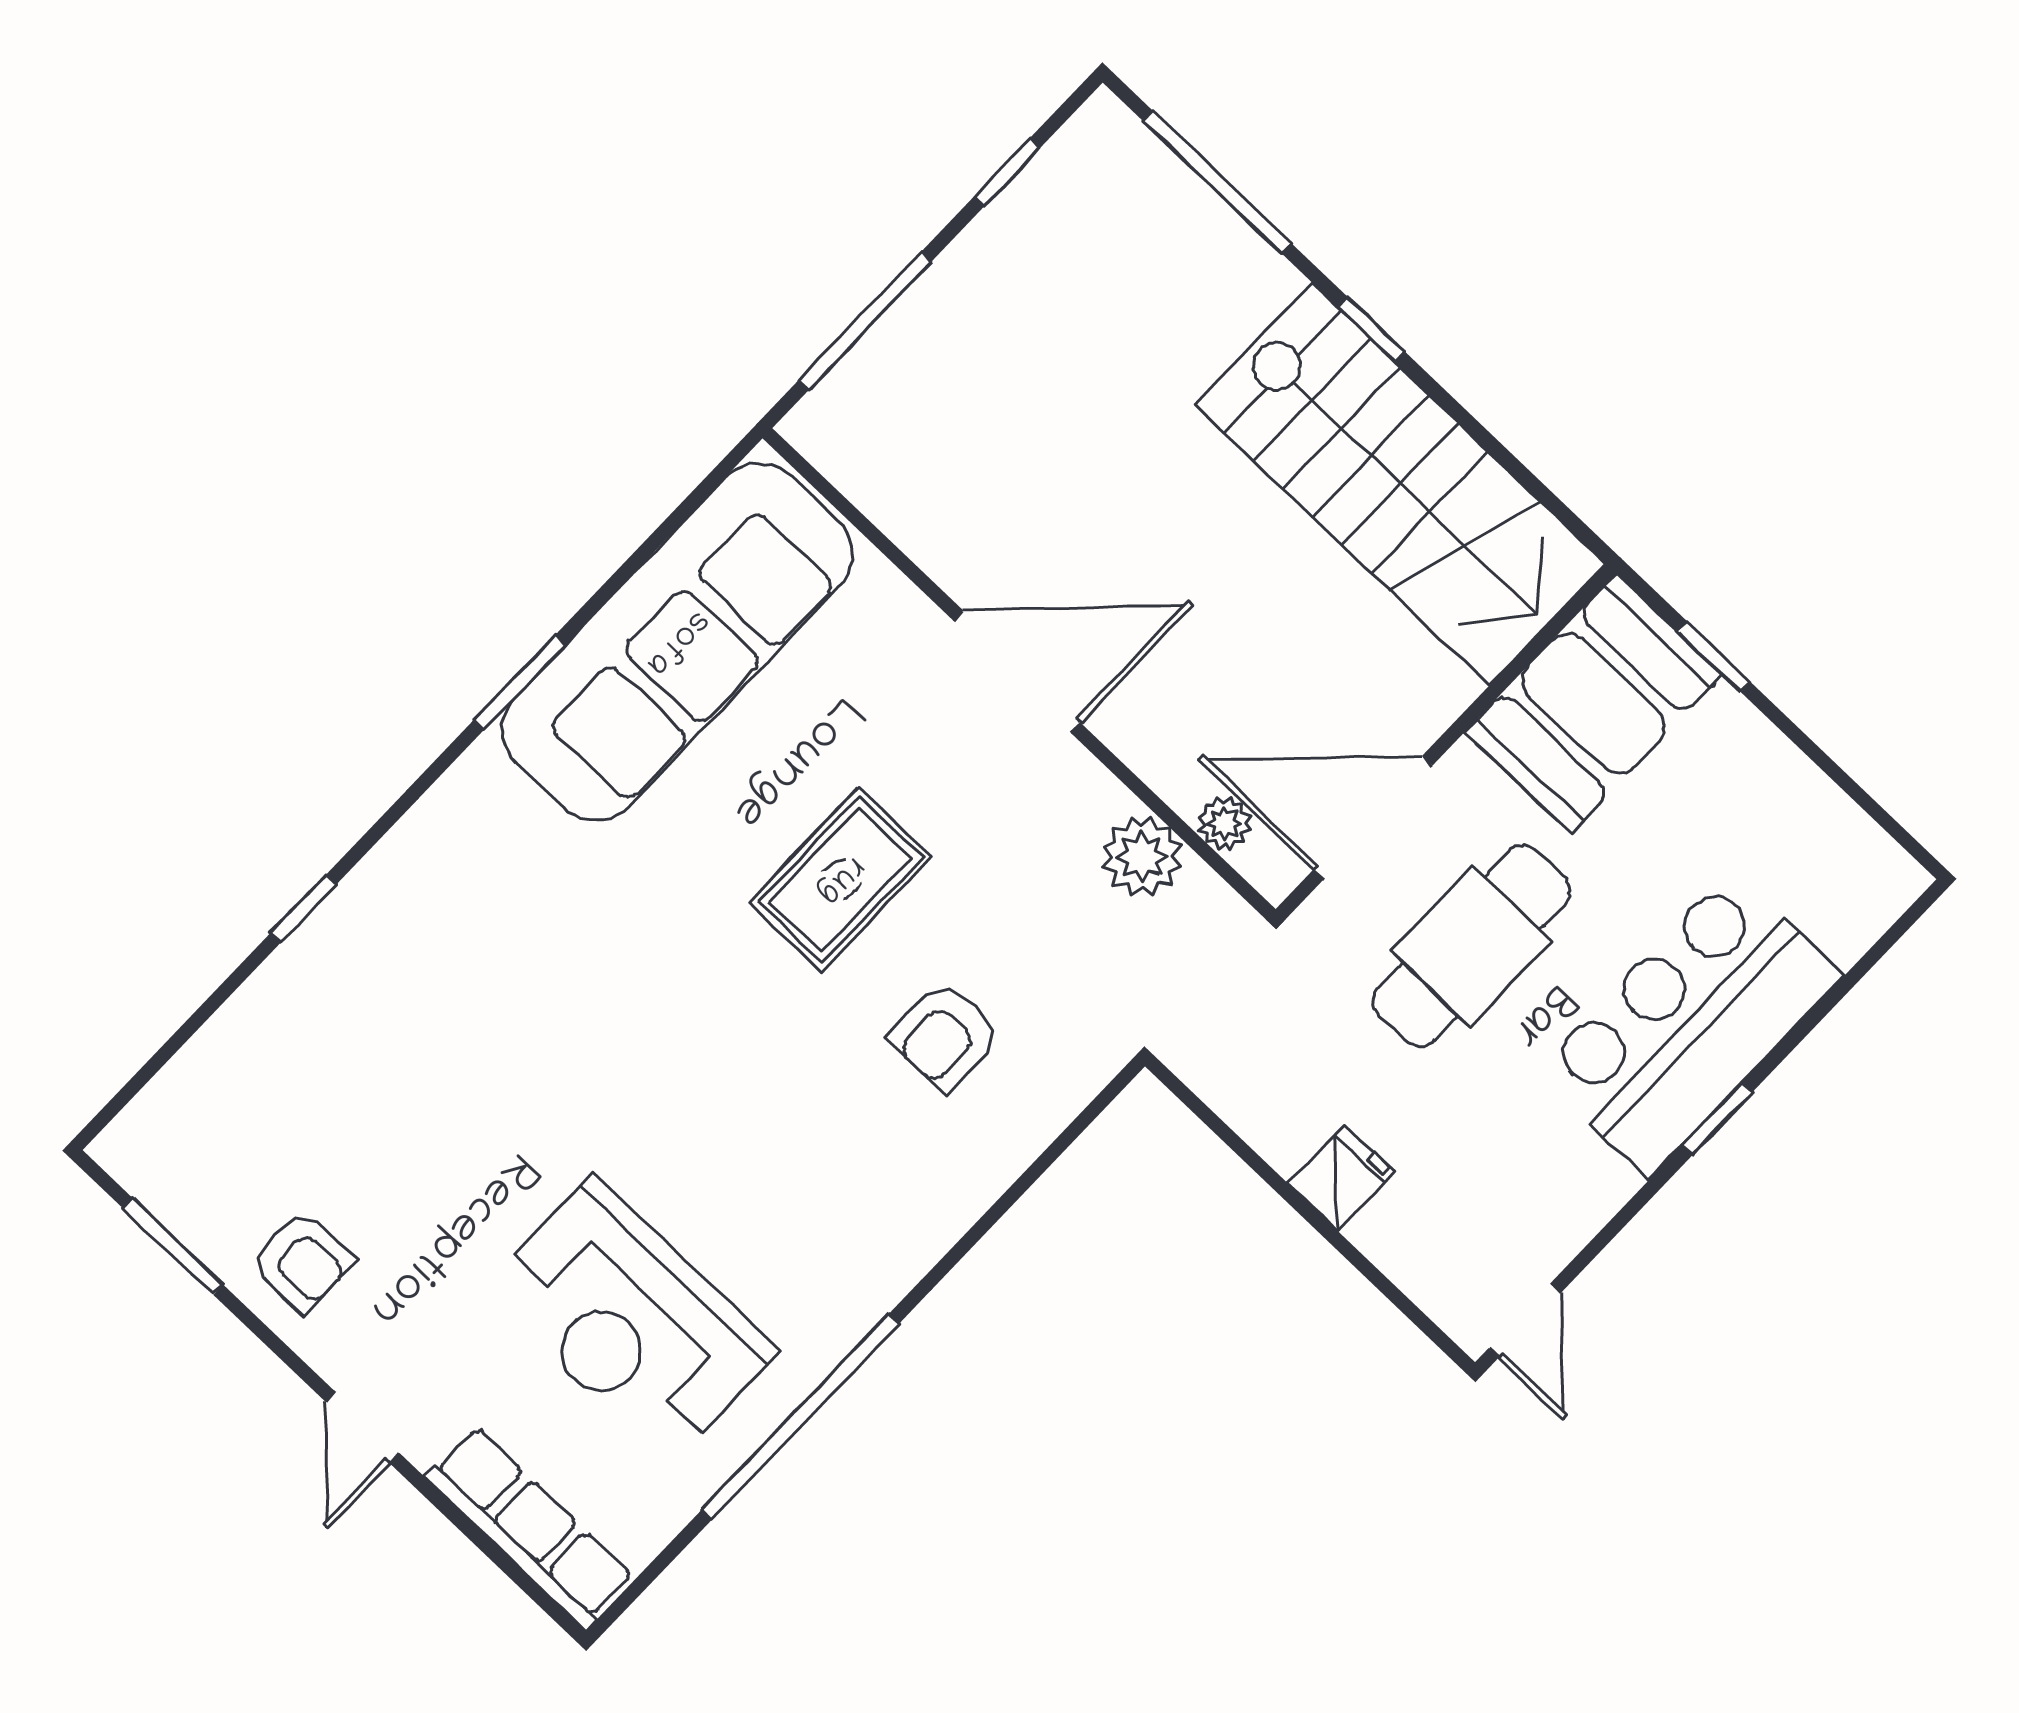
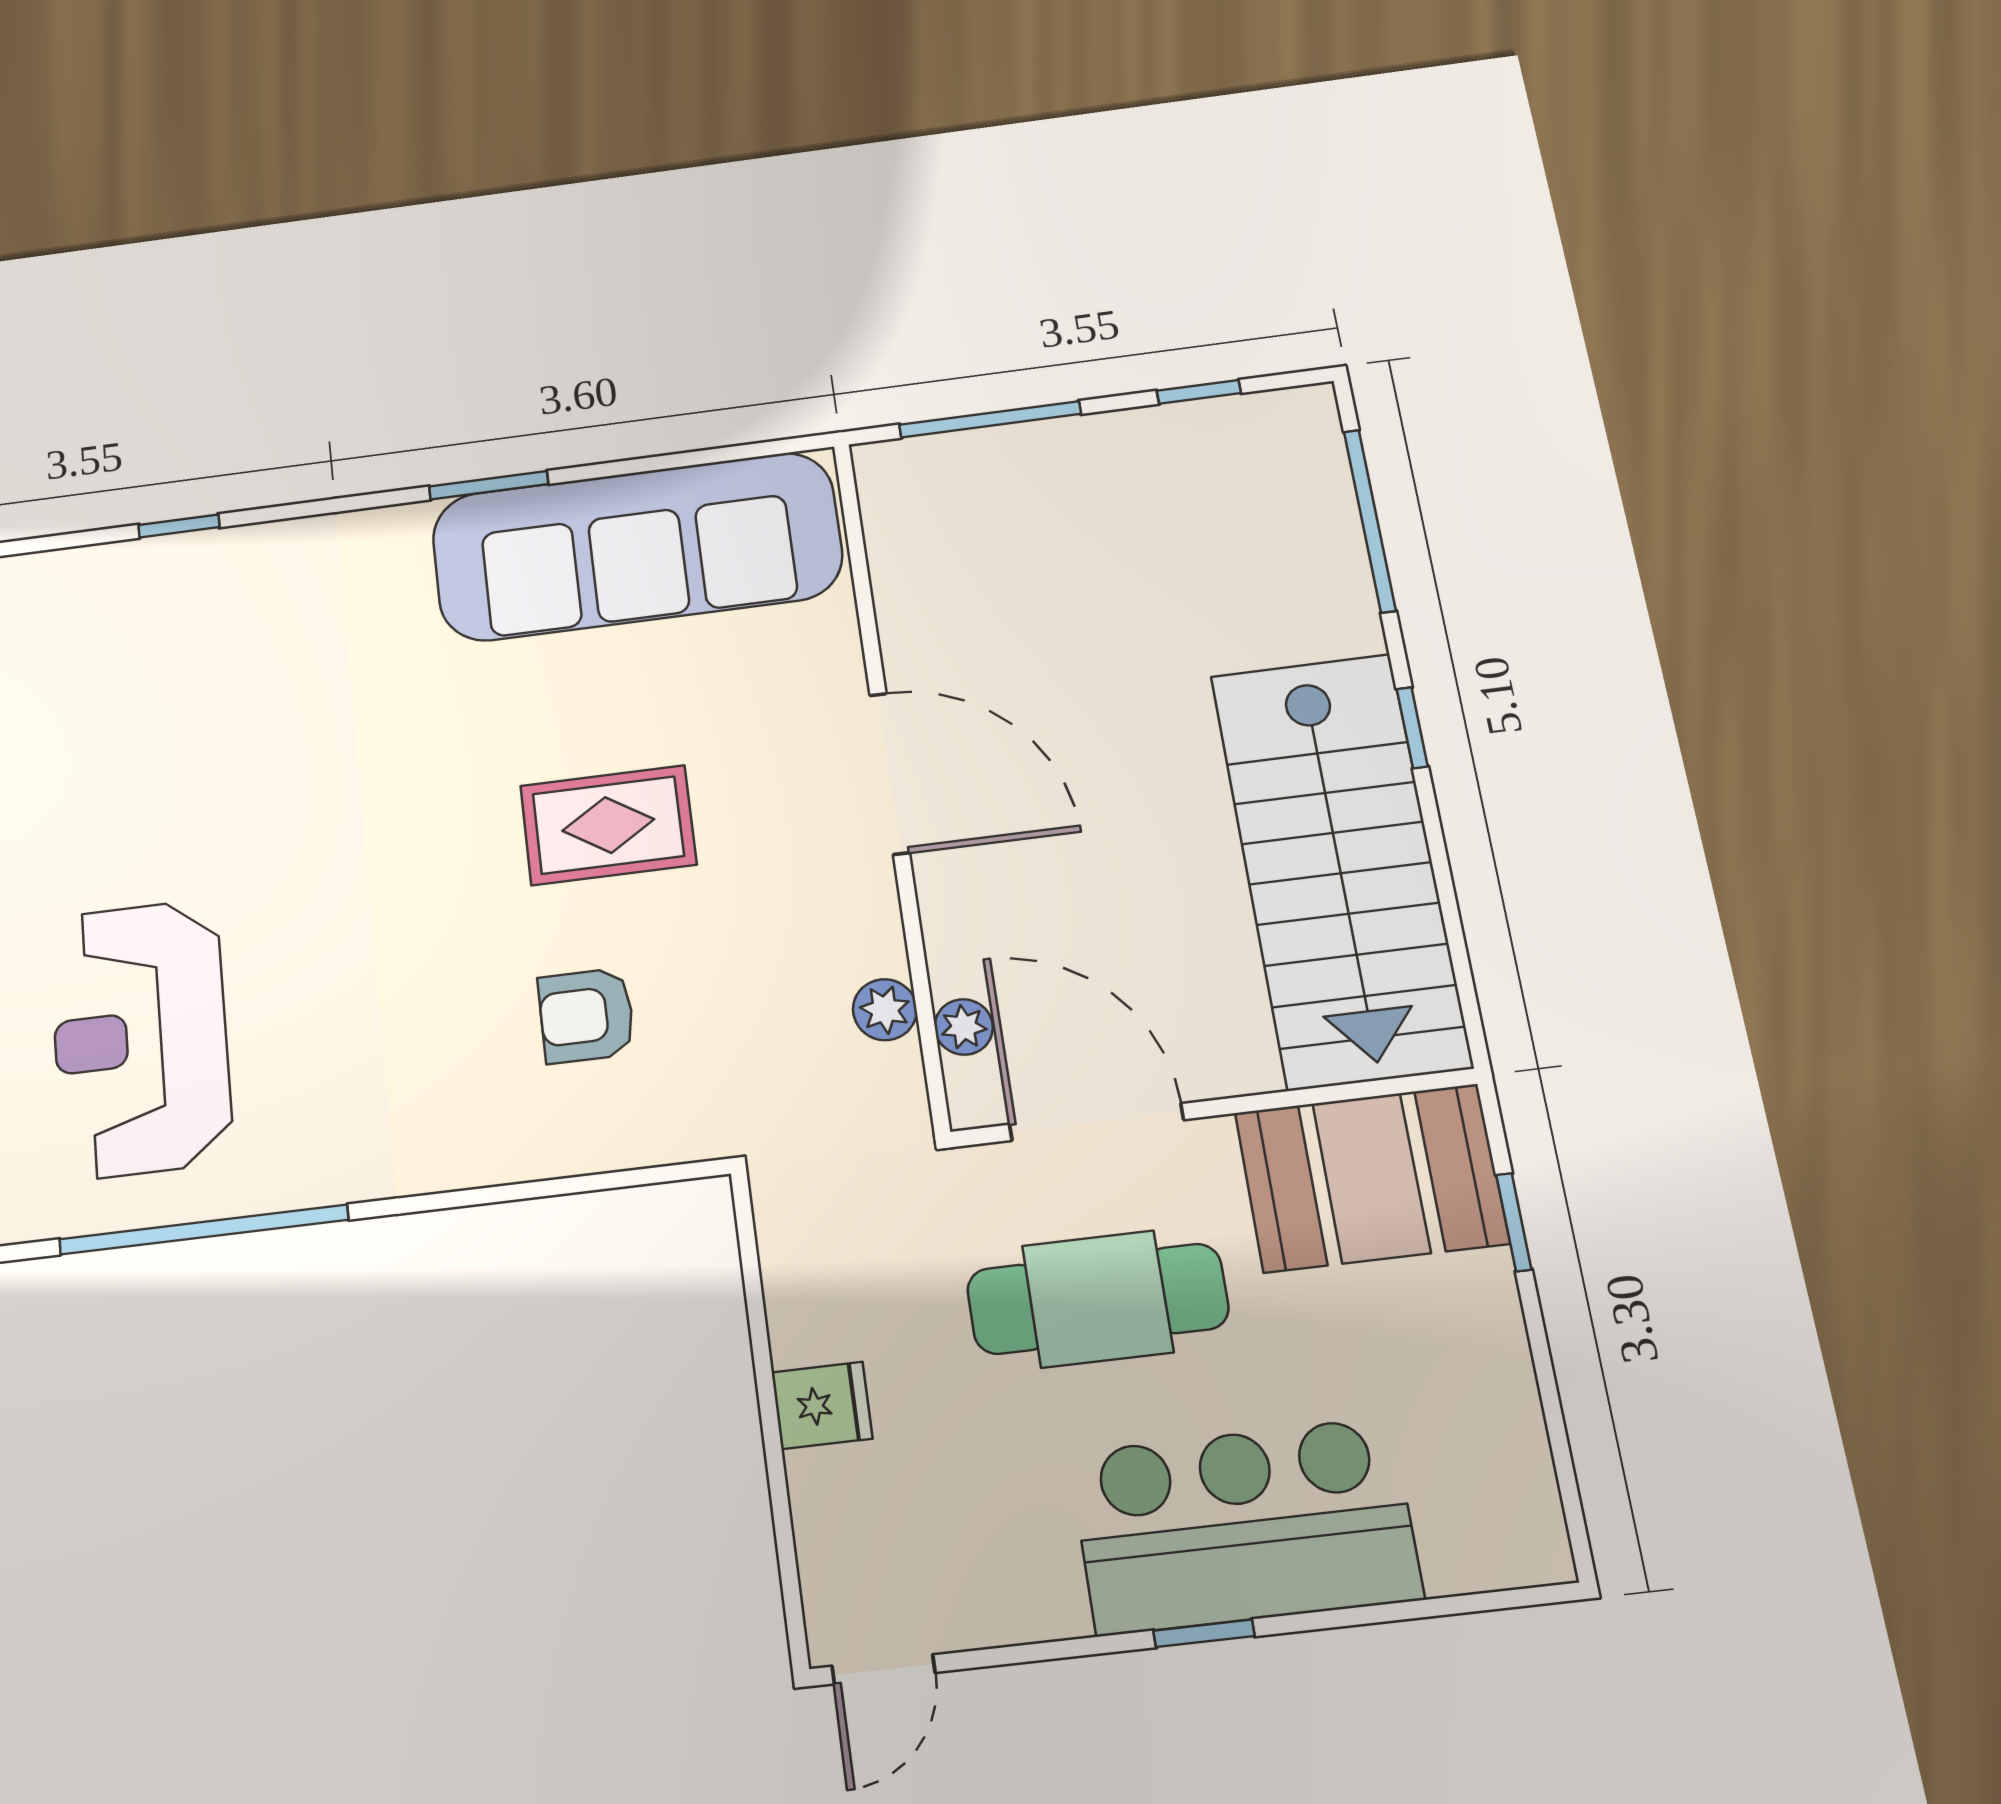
plant: (1142, 857) -> (885, 1010), width x0.73, depth x0.73

